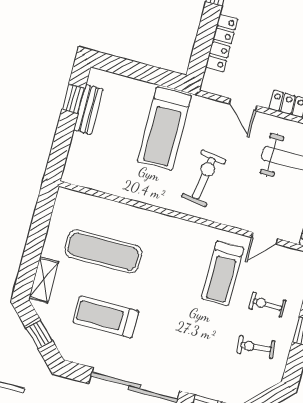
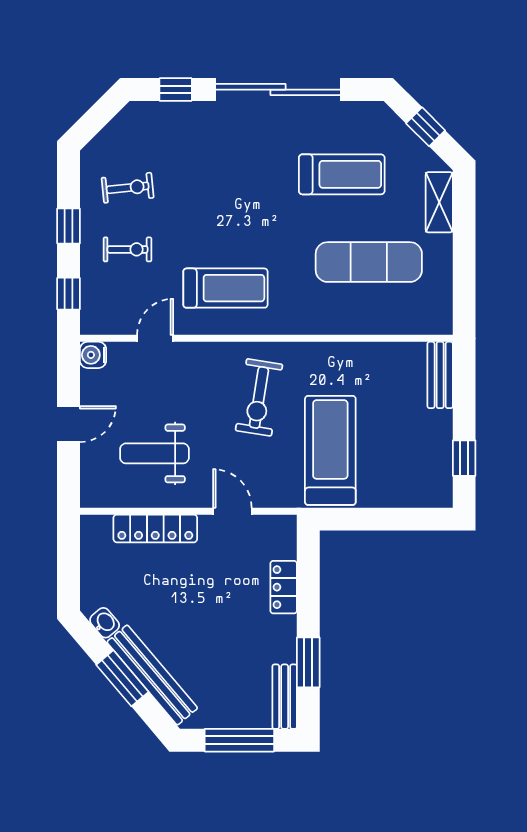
locker: (222, 43) -> (284, 587), width x0.66
bench: (88, 110) -> (440, 375), moved
treadmill: (223, 273) -> (225, 288), moved, turned 90

